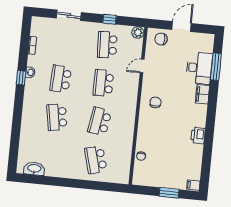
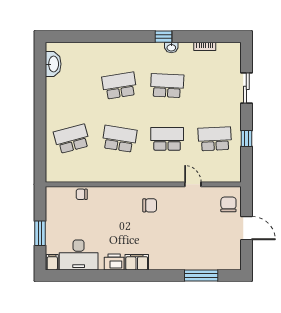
plant: (138, 32) -> (234, 175), removed
desk: (199, 68) -> (79, 255), moved
filing cabinet: (202, 94) -> (137, 262), moved

